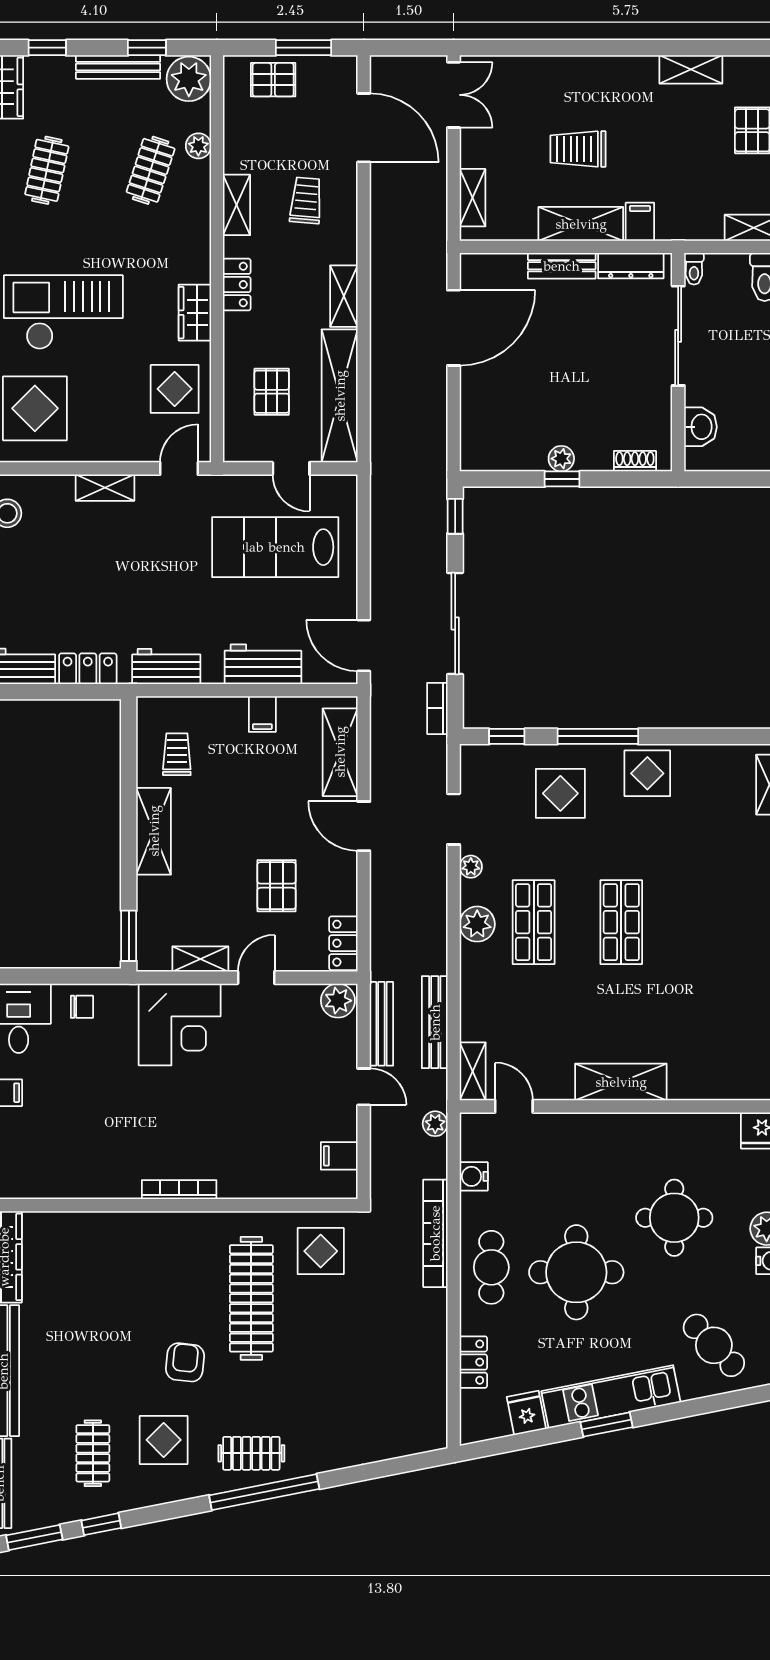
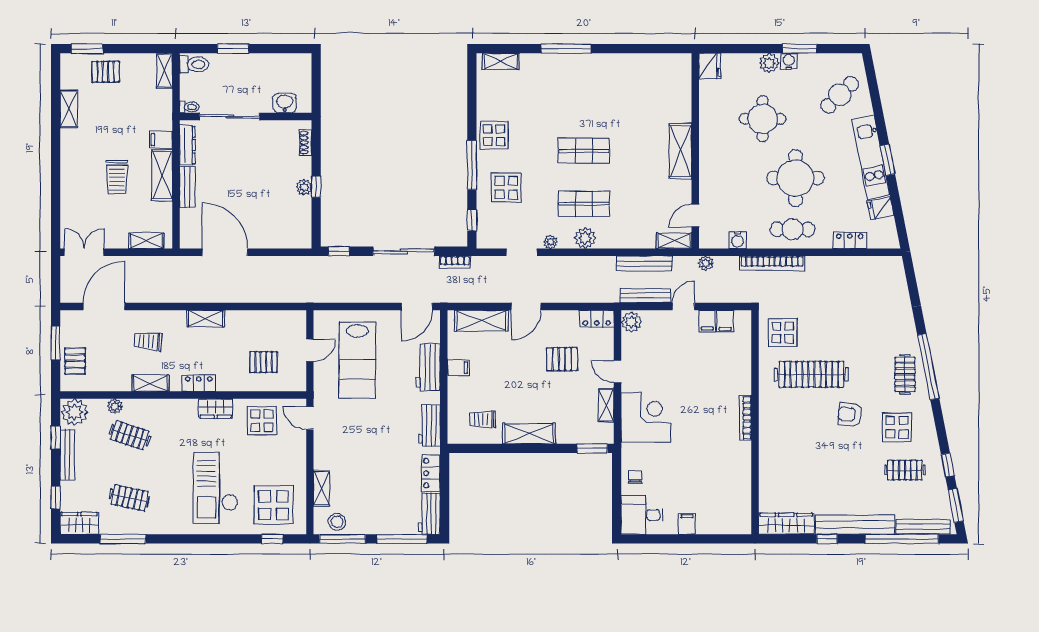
shelving: (340, 396) -> (266, 321), removed
shelving: (105, 488) -> (321, 488), moved
filing cabinet: (340, 1126) -> (707, 321), added

